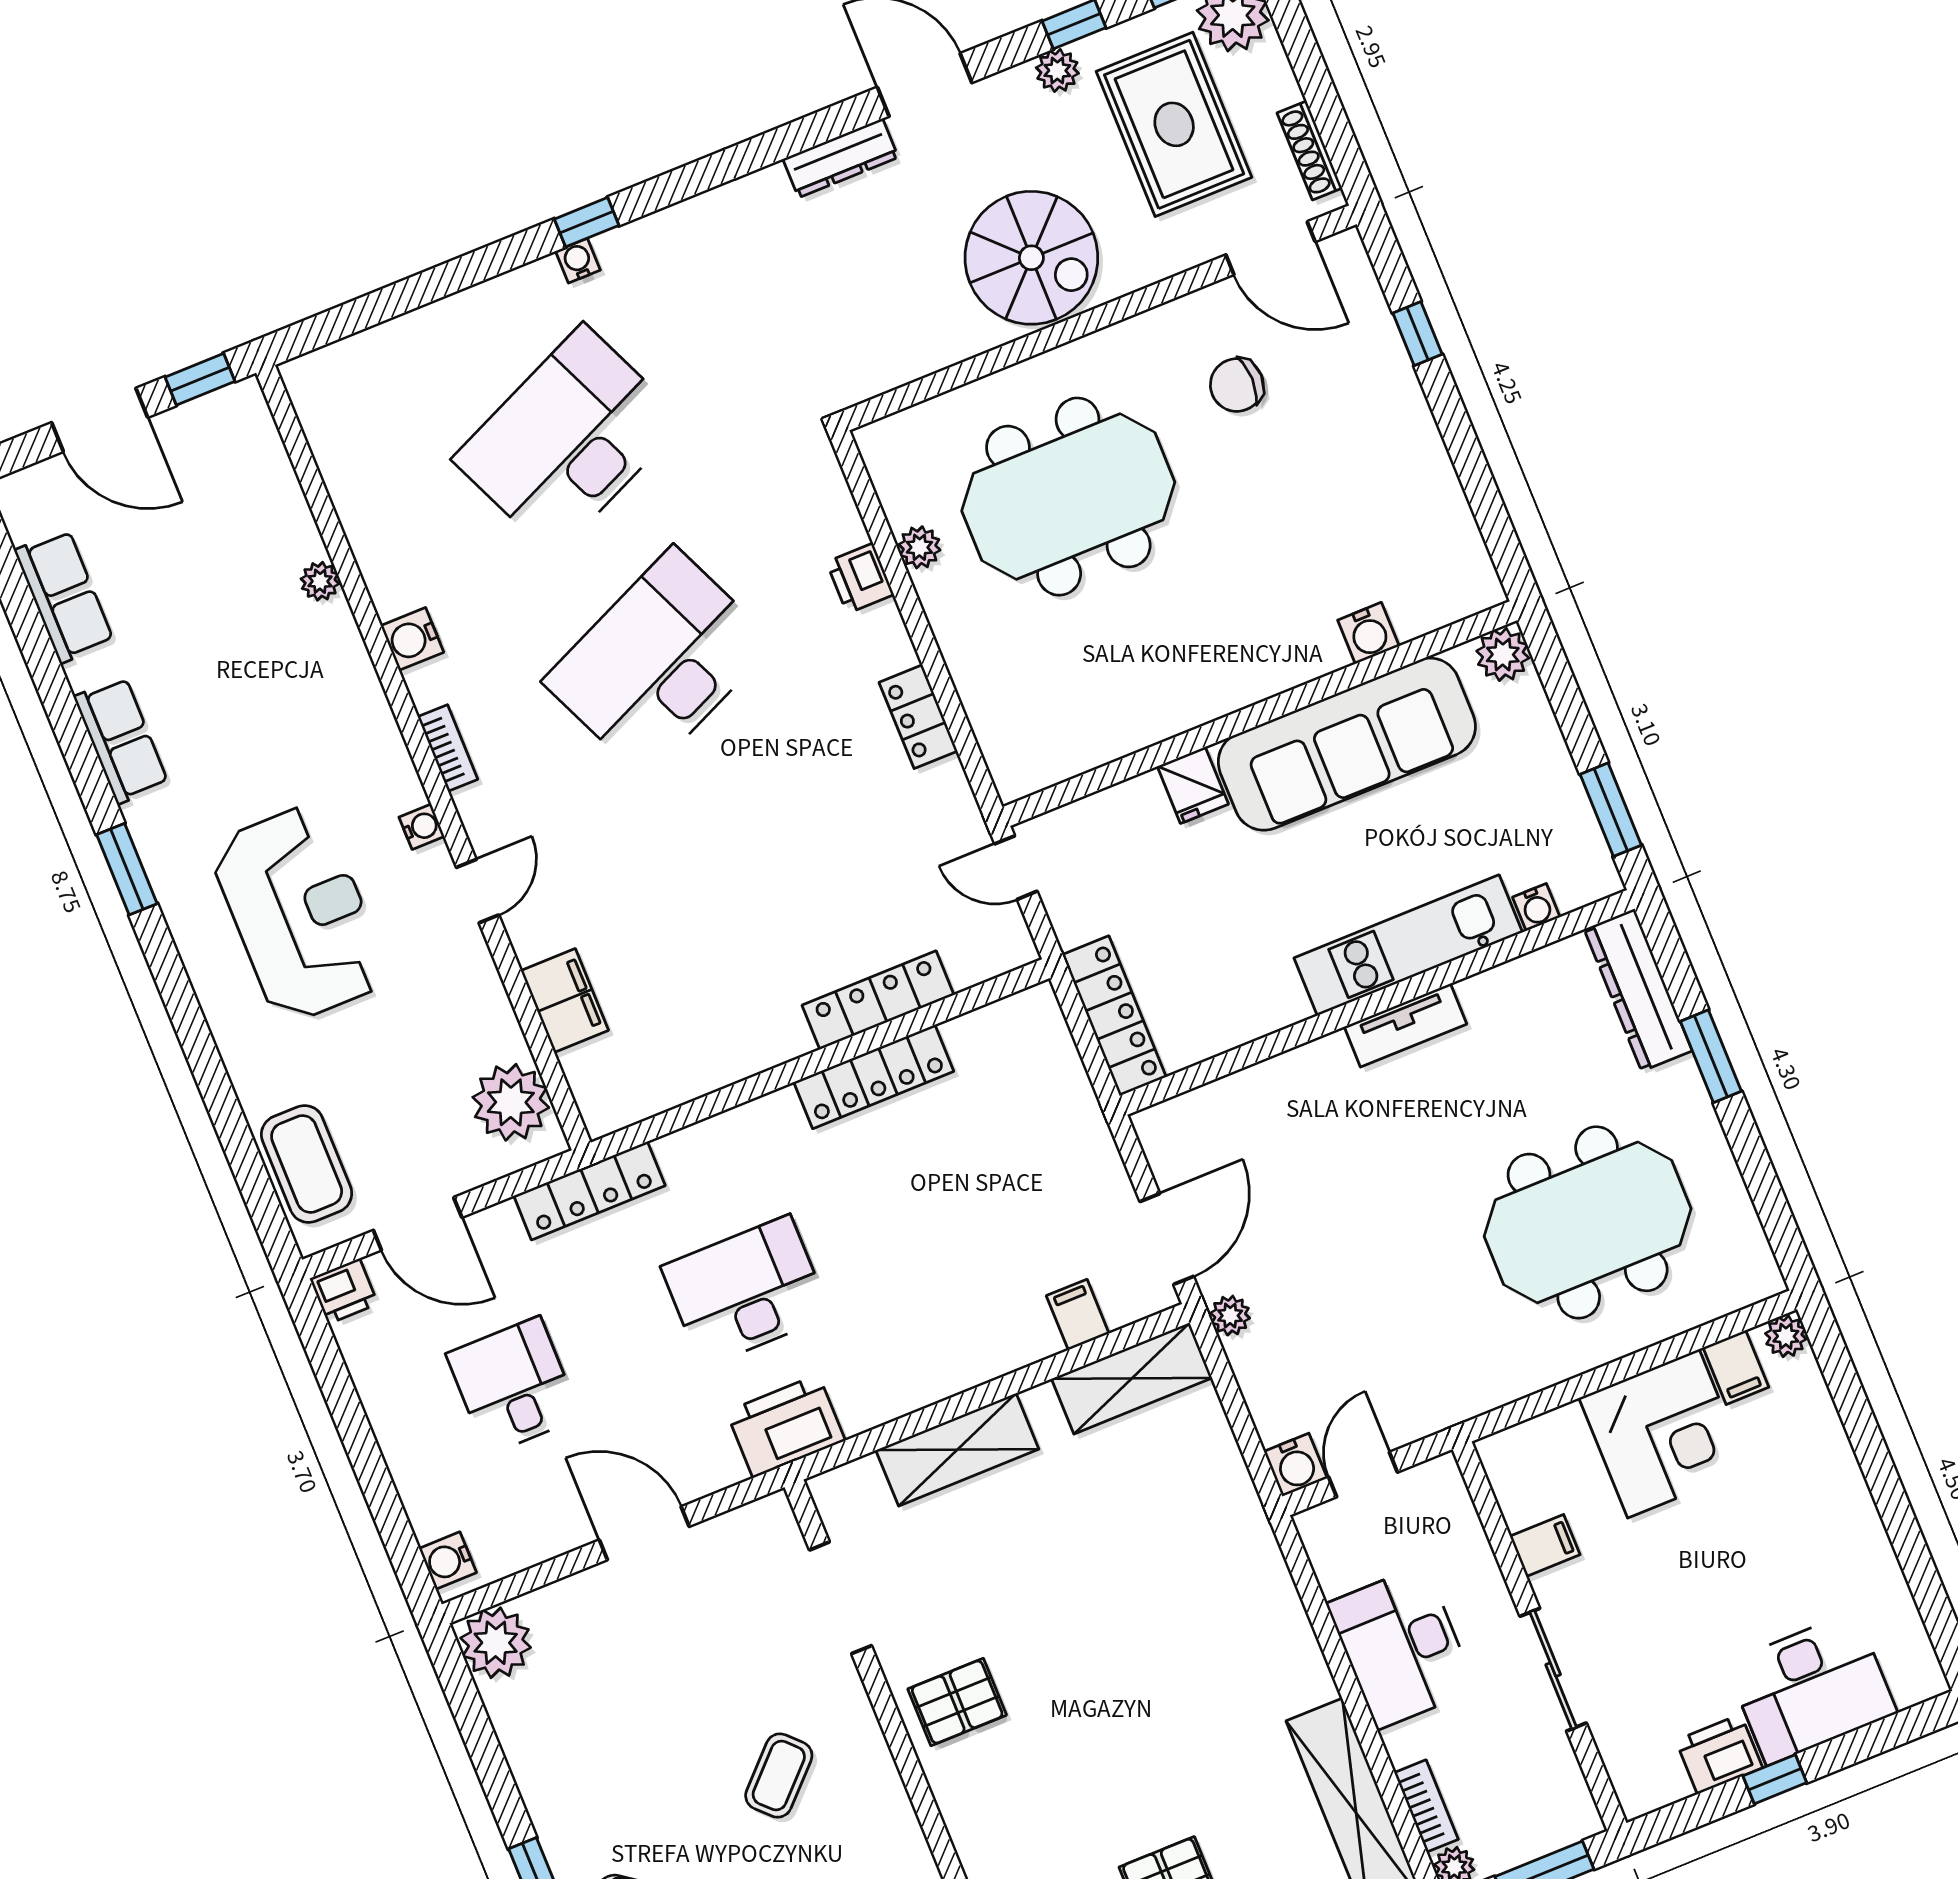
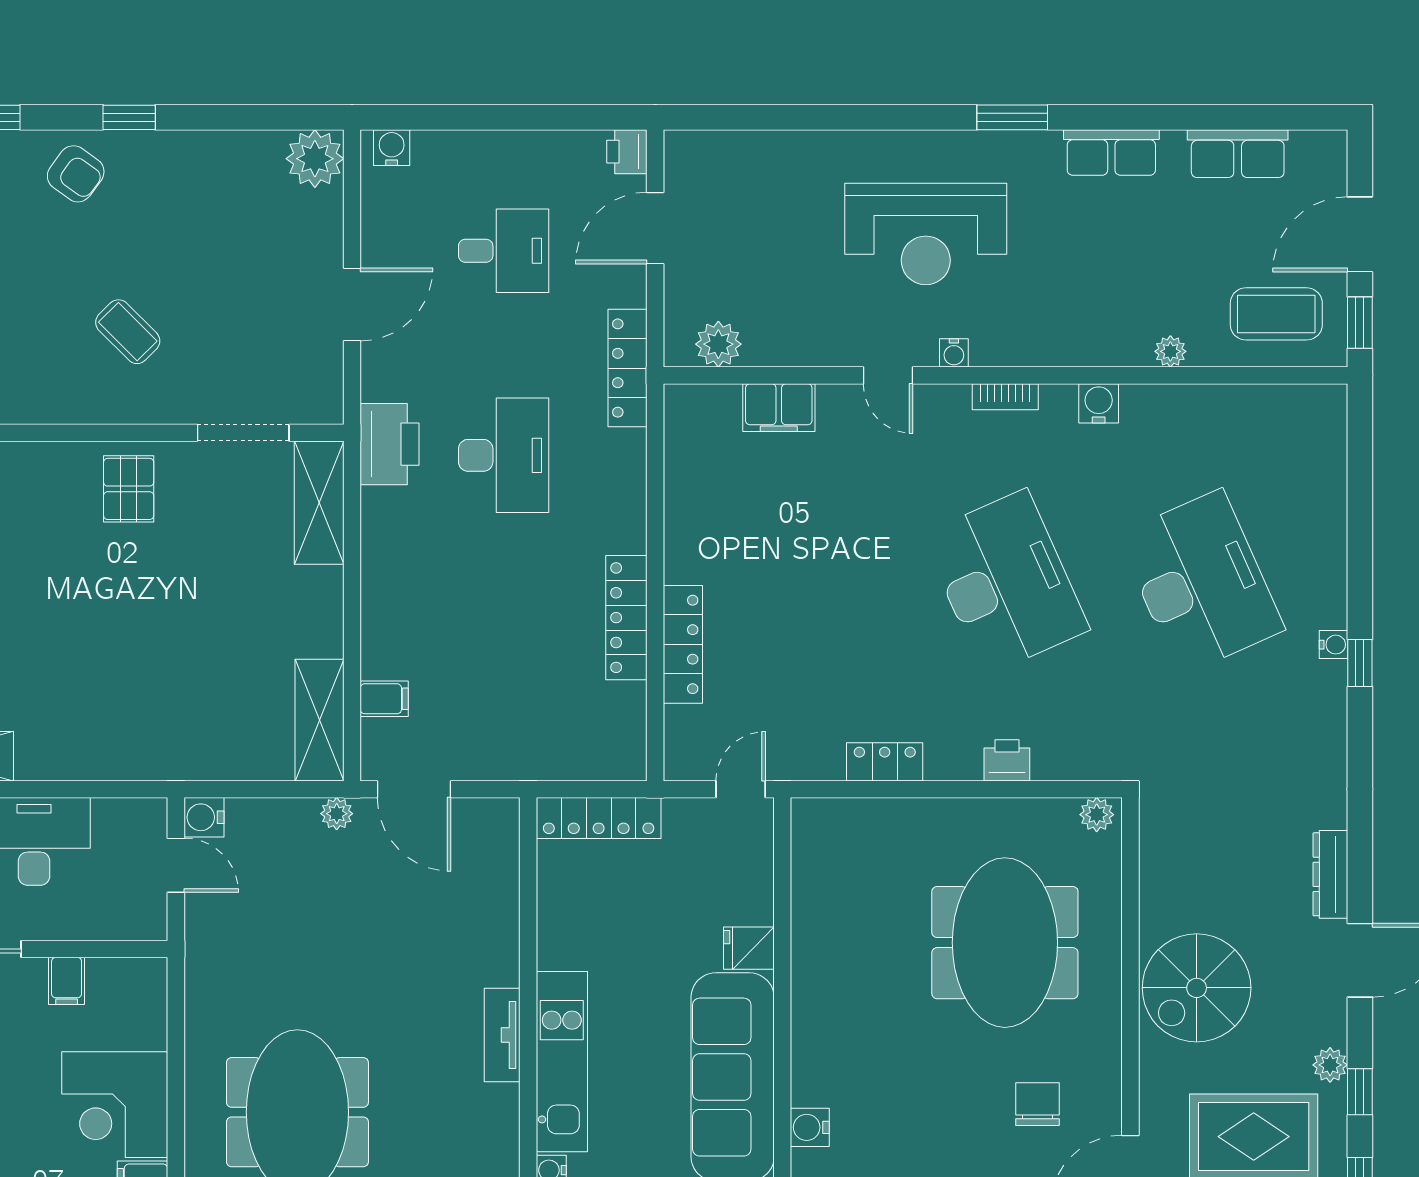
plant: (919, 547) -> (1097, 815), moved
plant: (511, 1102) -> (718, 344), width x0.73, depth x0.73
coffee table: (307, 1164) -> (1276, 314), moved
shelving: (957, 1450) -> (319, 503), moved

